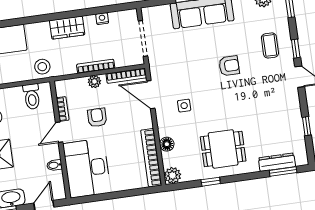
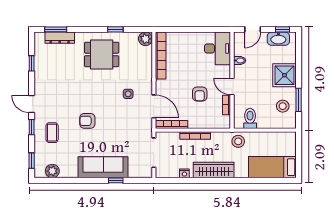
wardrobe: (67, 28) -> (214, 170), width x1.50
plant: (94, 82) -> (198, 123), removed
door: (59, 132) -> (232, 86), swing flipped
floor lamp: (167, 144) -> (147, 65), removed
desk: (87, 168) -> (218, 48), width x0.73, depth x0.77

